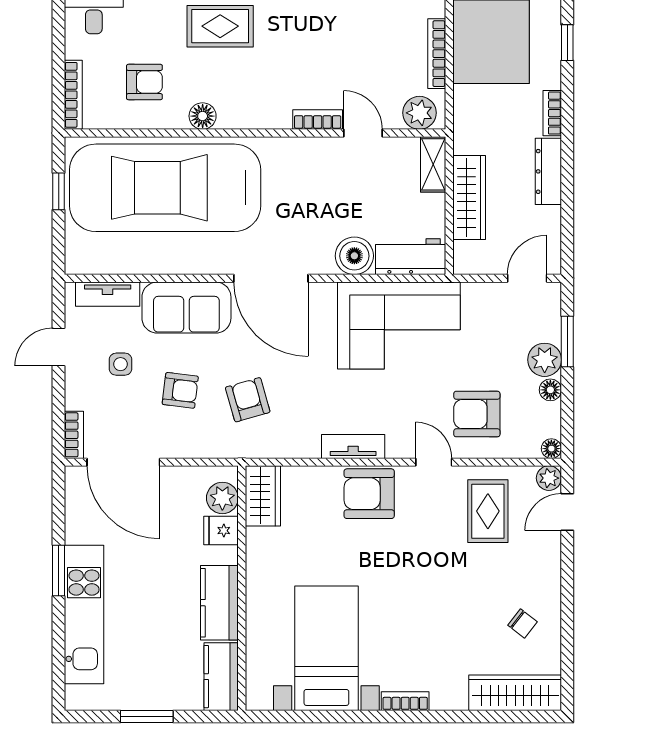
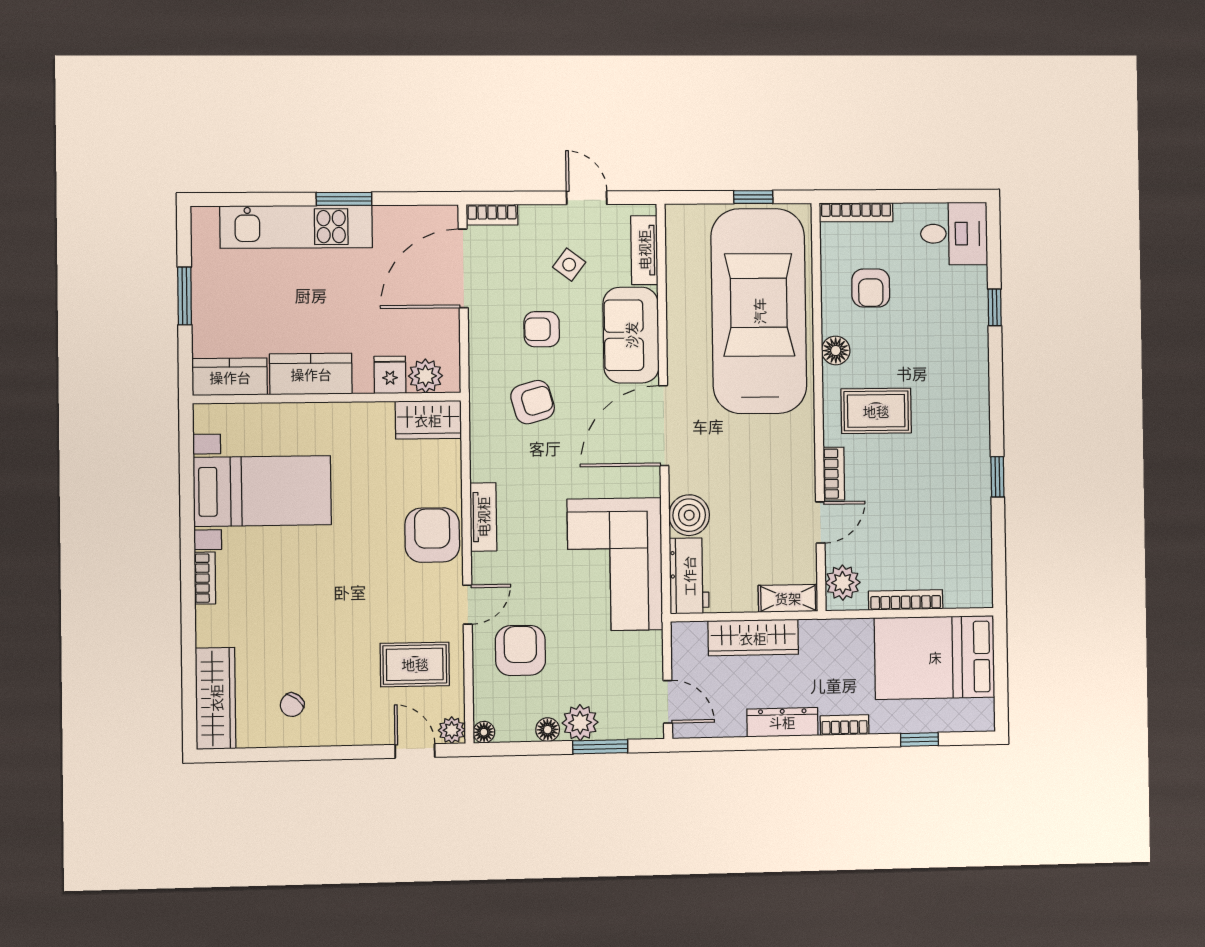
rug: (220, 26) -> (876, 411), moved, turned 90
side table: (121, 364) -> (569, 265), turned 37
armchair: (180, 390) -> (542, 329), turned 83

